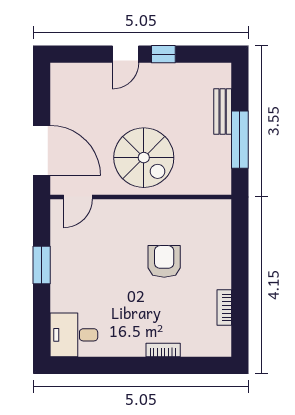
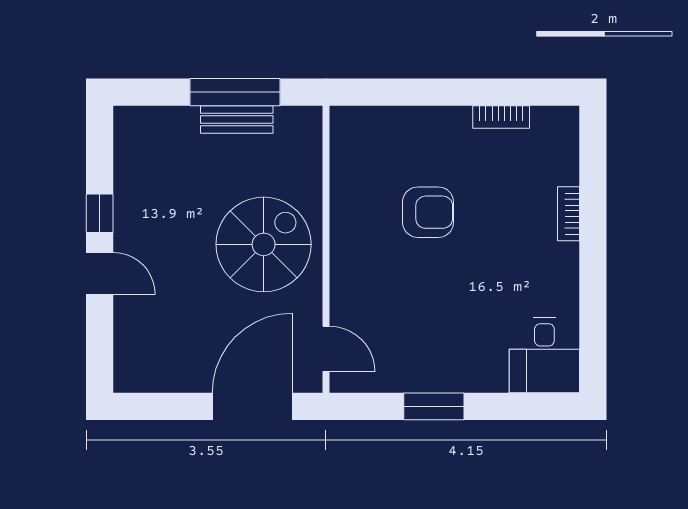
bench: (223, 111) -> (237, 120), moved
armchair: (164, 261) -> (428, 212), turned 180

